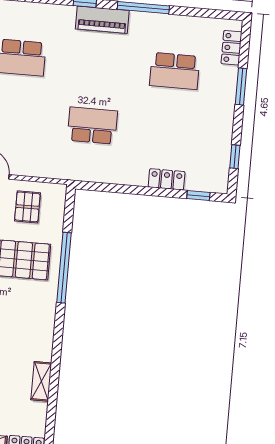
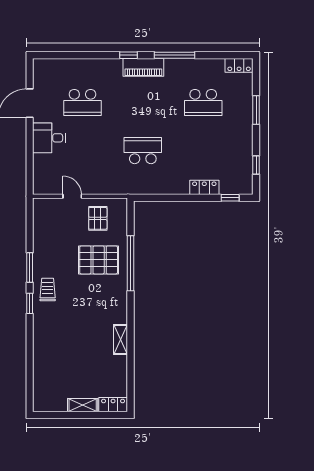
locker: (231, 48) -> (239, 65), moved, turned -90
shelving: (41, 381) -> (120, 340), moved

